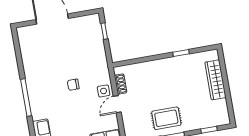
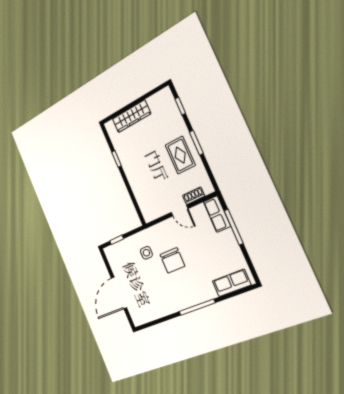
shoe rack: (121, 84) -> (194, 196), moved
chair: (73, 85) -> (172, 260), width x1.87, depth x1.87
side table: (104, 91) -> (146, 253), moved

